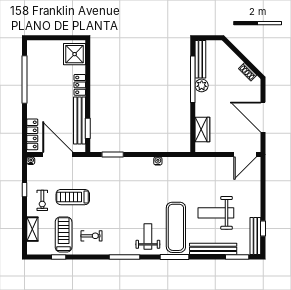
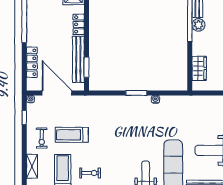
locker: (32, 134) -> (32, 62), moved
window: (113, 155) -> (136, 93), moved
window: (25, 190) -> (24, 117), moved

